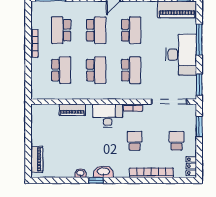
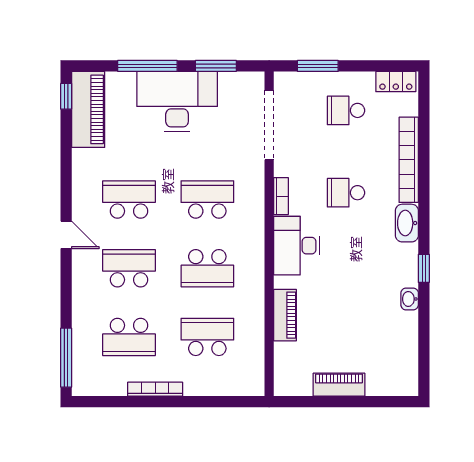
school desk: (96, 70) -> (207, 268), turned 180
window: (199, 85) -> (216, 66), moved
piano: (37, 159) -> (339, 385), moved
washbasin: (103, 172) -> (407, 223), moved

